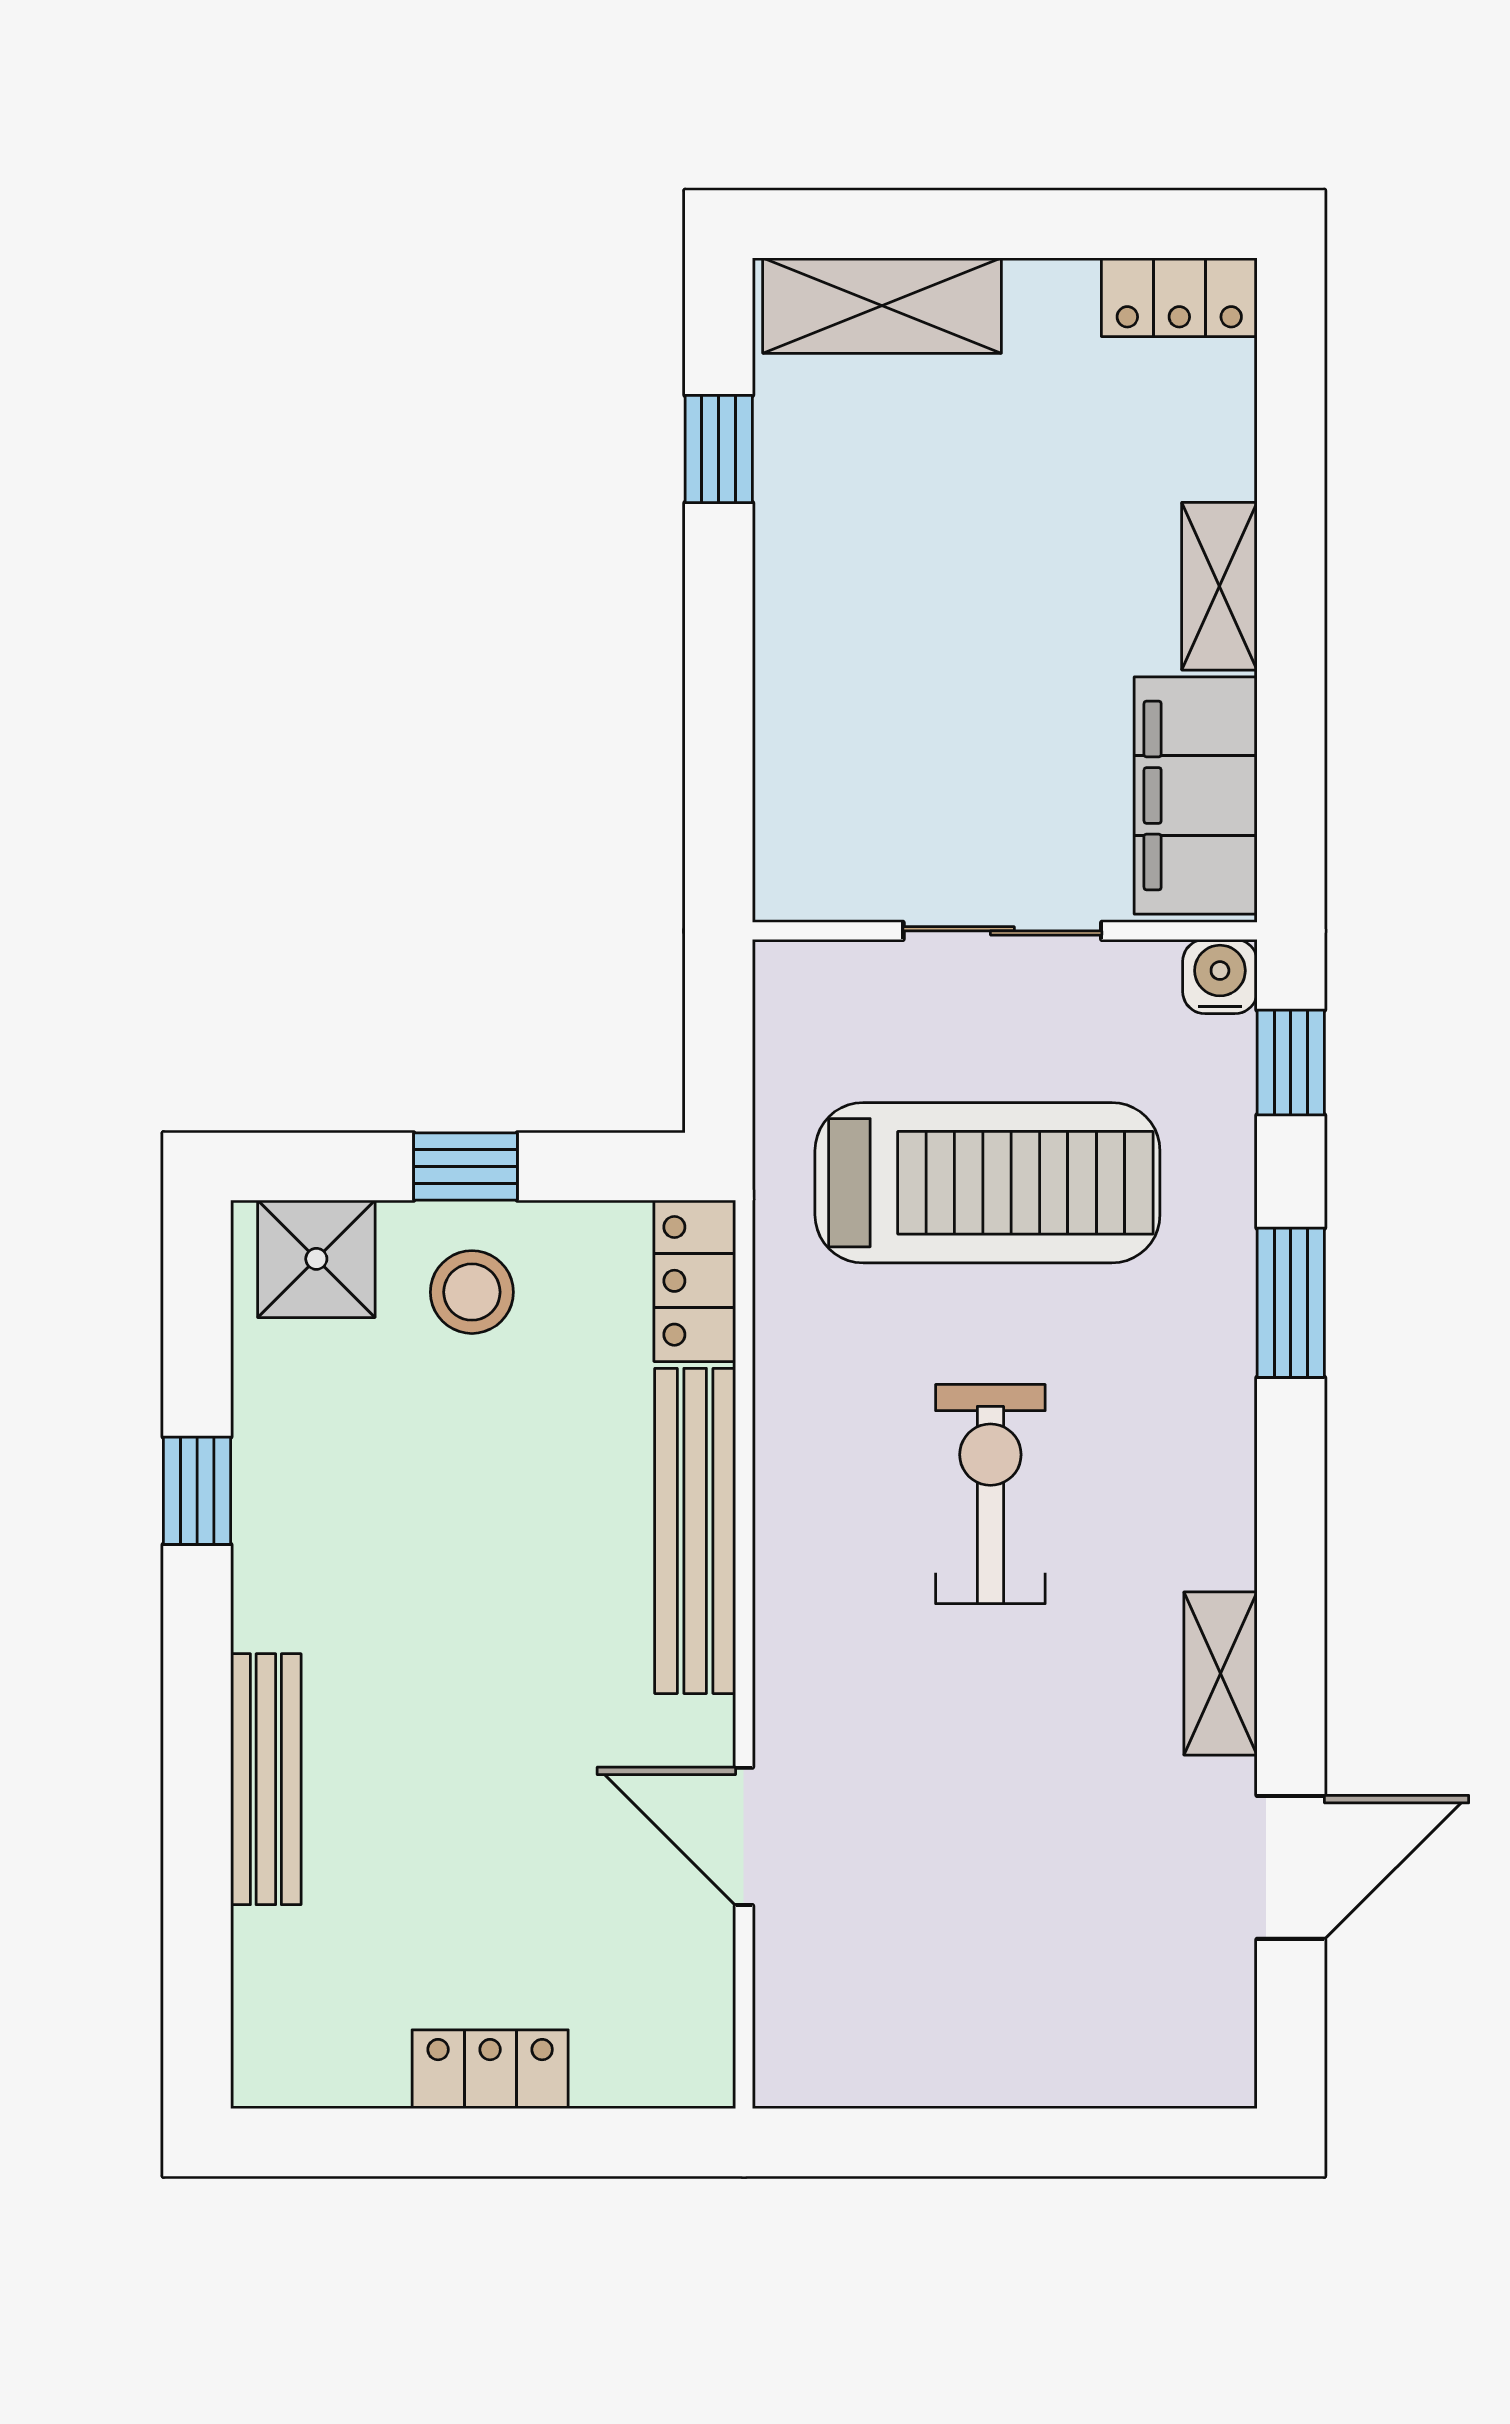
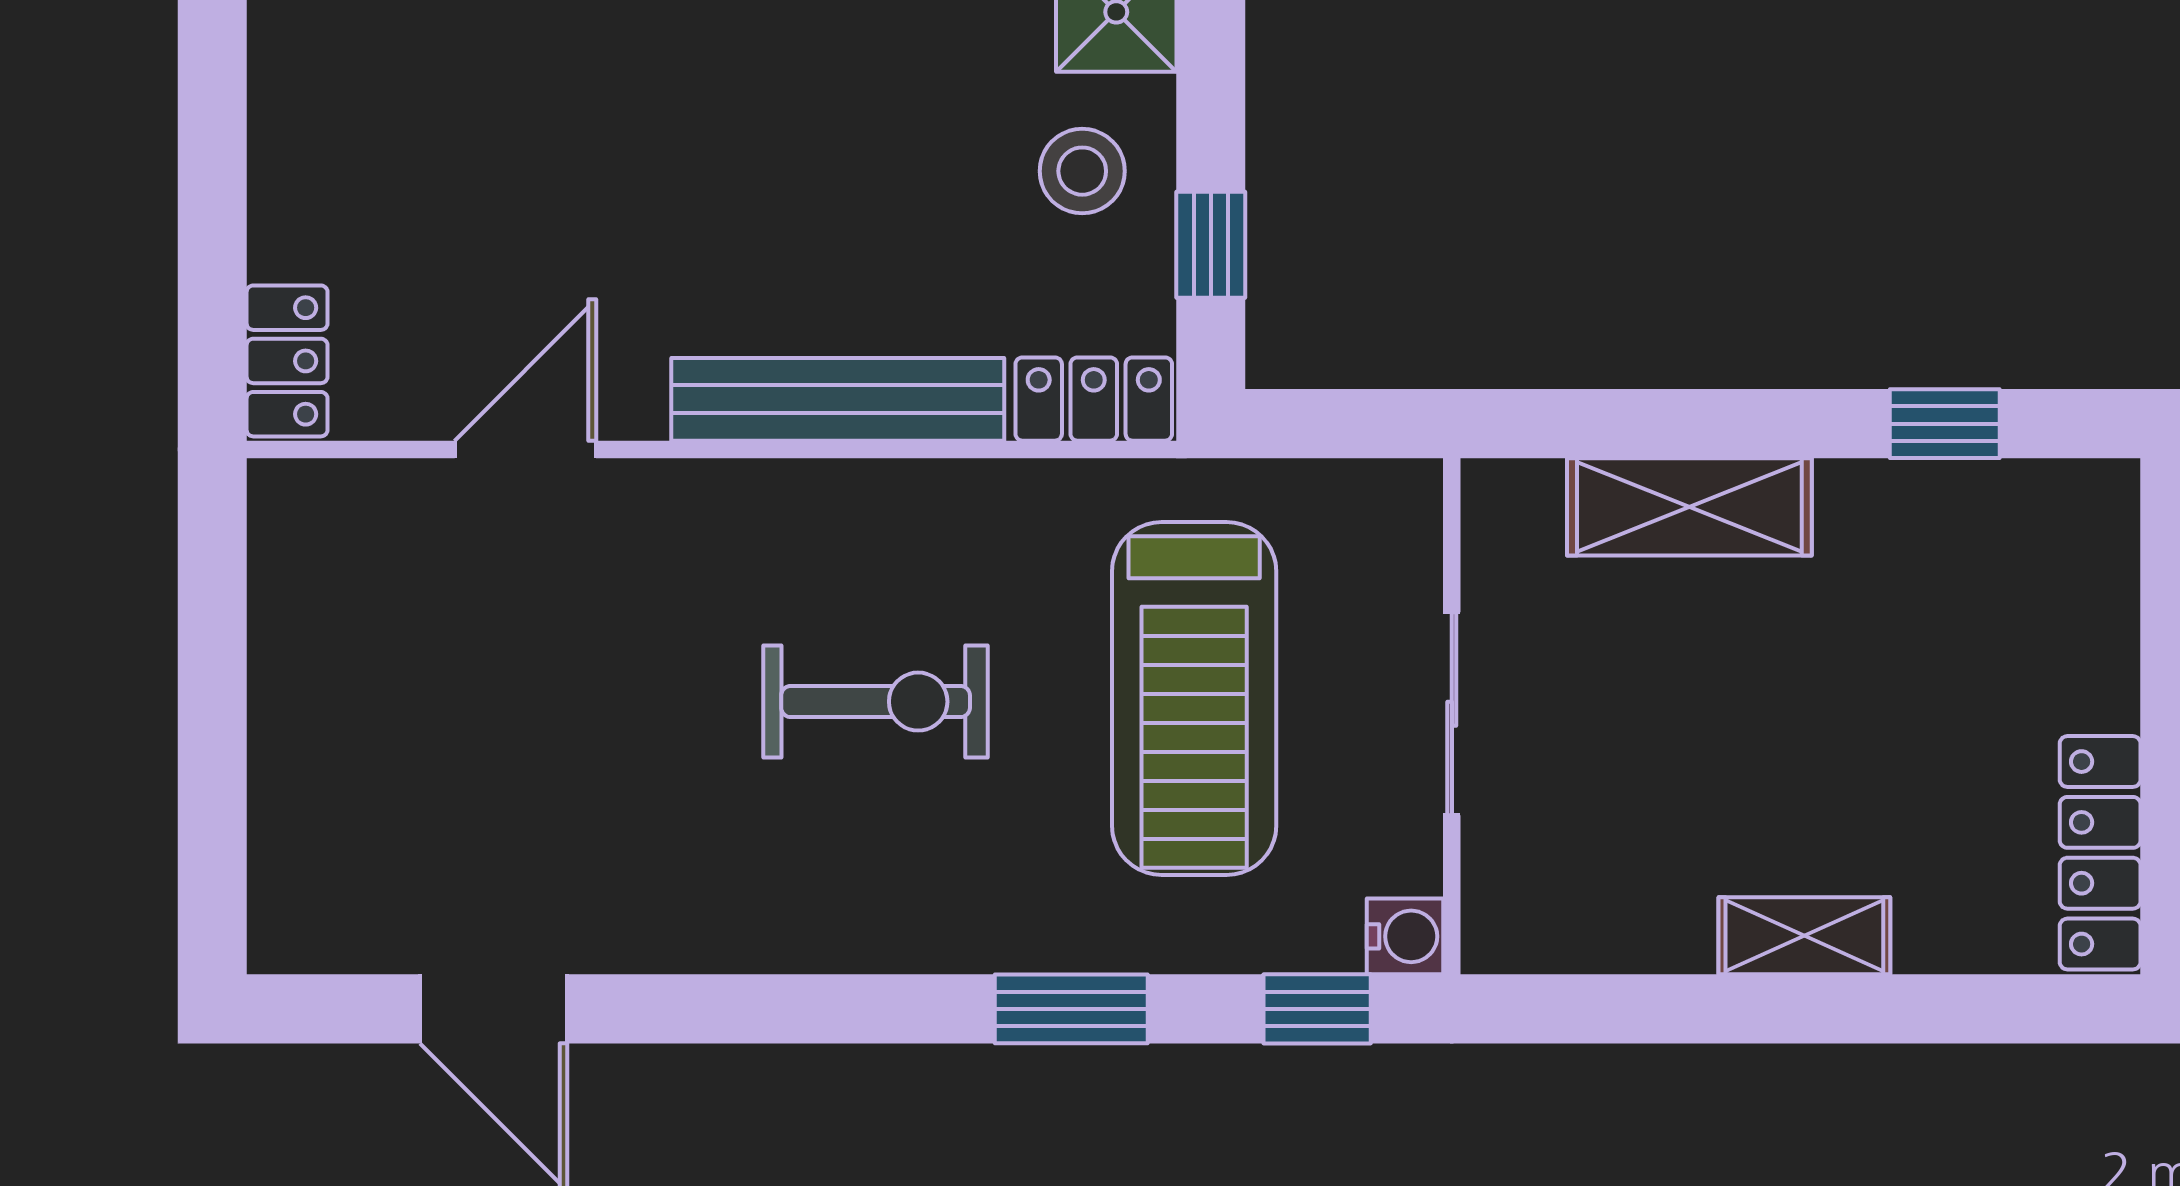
locker: (1179, 297) -> (2100, 853), width x1.53
shelving: (882, 306) -> (1689, 507), moved, turned 90
filing cabinet: (1196, 795) -> (1590, 912), removed
window: (465, 1166) -> (1211, 245), moved
shelving: (1220, 1674) -> (692, 937), removed
locker: (490, 2069) -> (287, 361), moved

